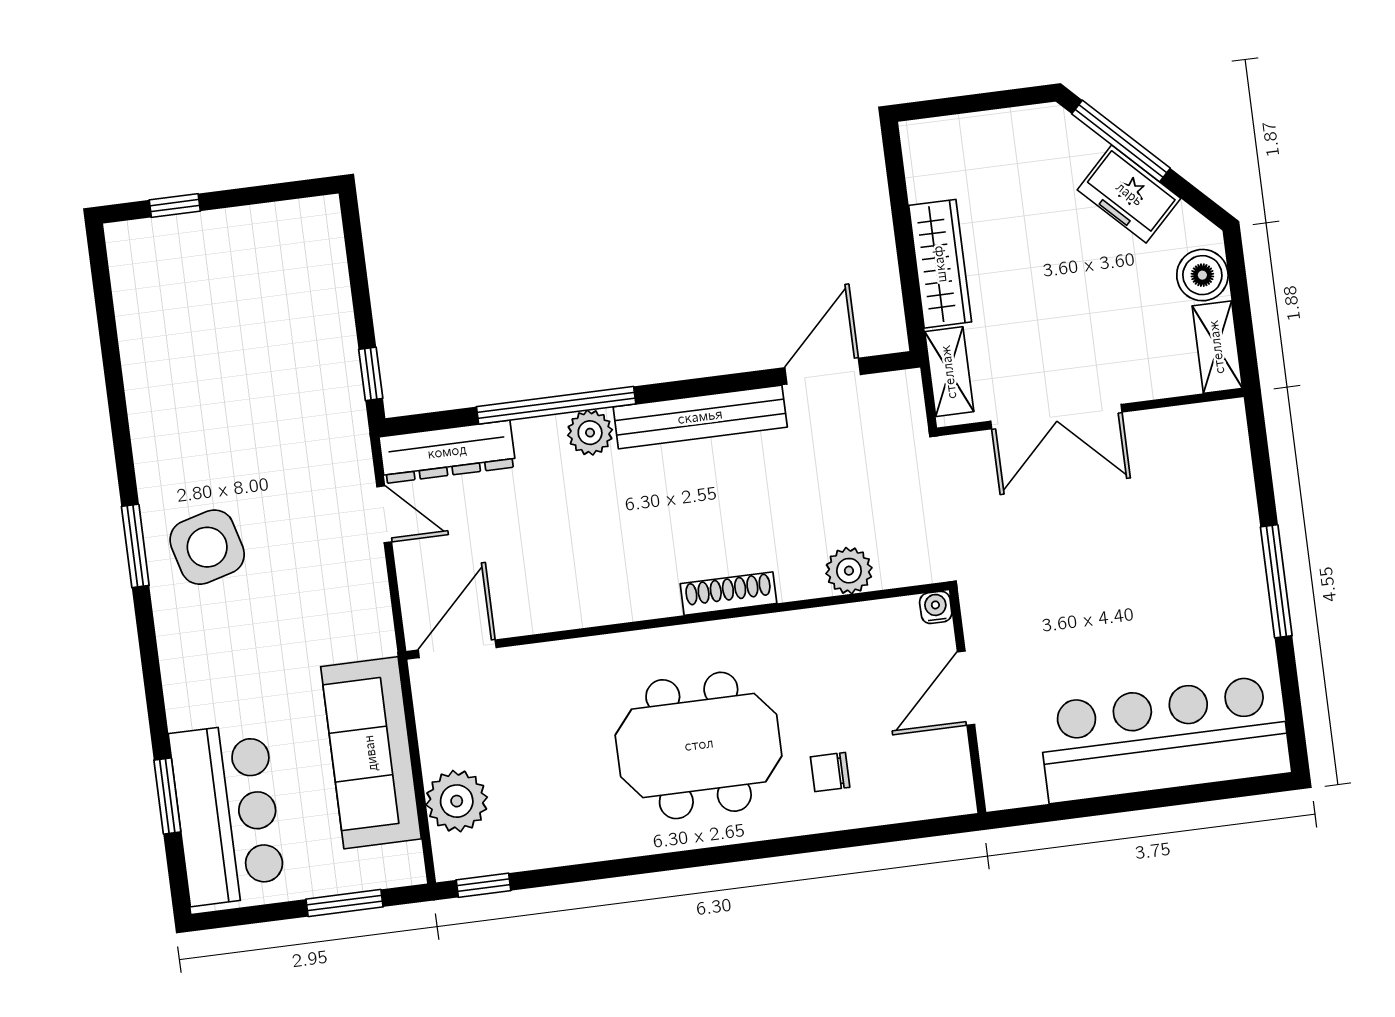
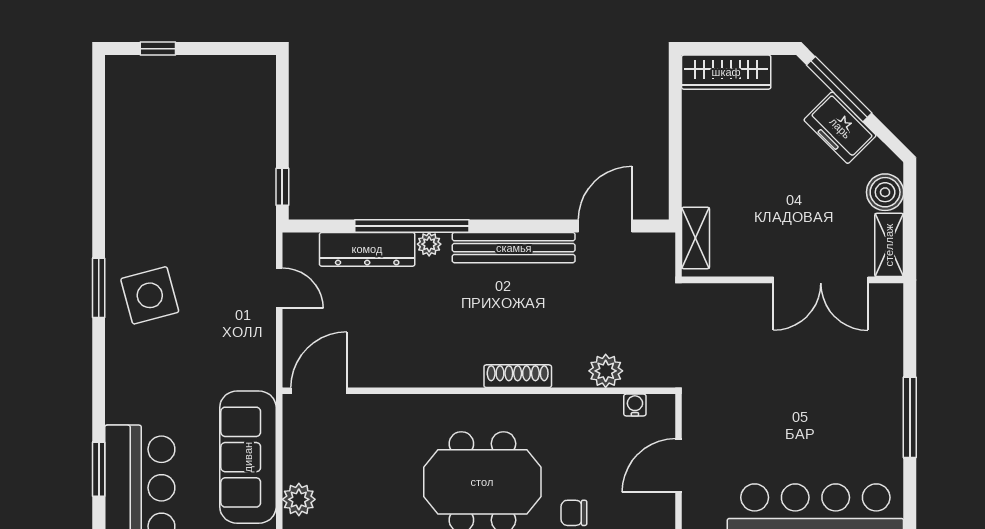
wardrobe: (940, 264) -> (726, 72), moved, turned 90
double door: (1056, 417) -> (821, 280), moved
plant: (590, 433) -> (429, 244), width x0.73, depth x0.73
dresser: (447, 452) -> (367, 249), moved
water cooler: (936, 607) -> (635, 405), moved
plant: (457, 801) -> (299, 499), width x0.73, depth x0.73

